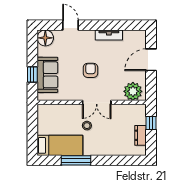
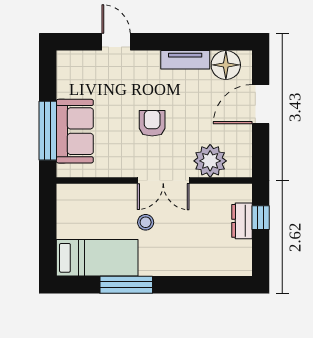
floor lamp: (45, 38) -> (226, 65), moved
window: (32, 75) -> (48, 131), width x2.17
plant: (133, 91) -> (210, 161), moved
dresser: (141, 135) -> (242, 221), moved

